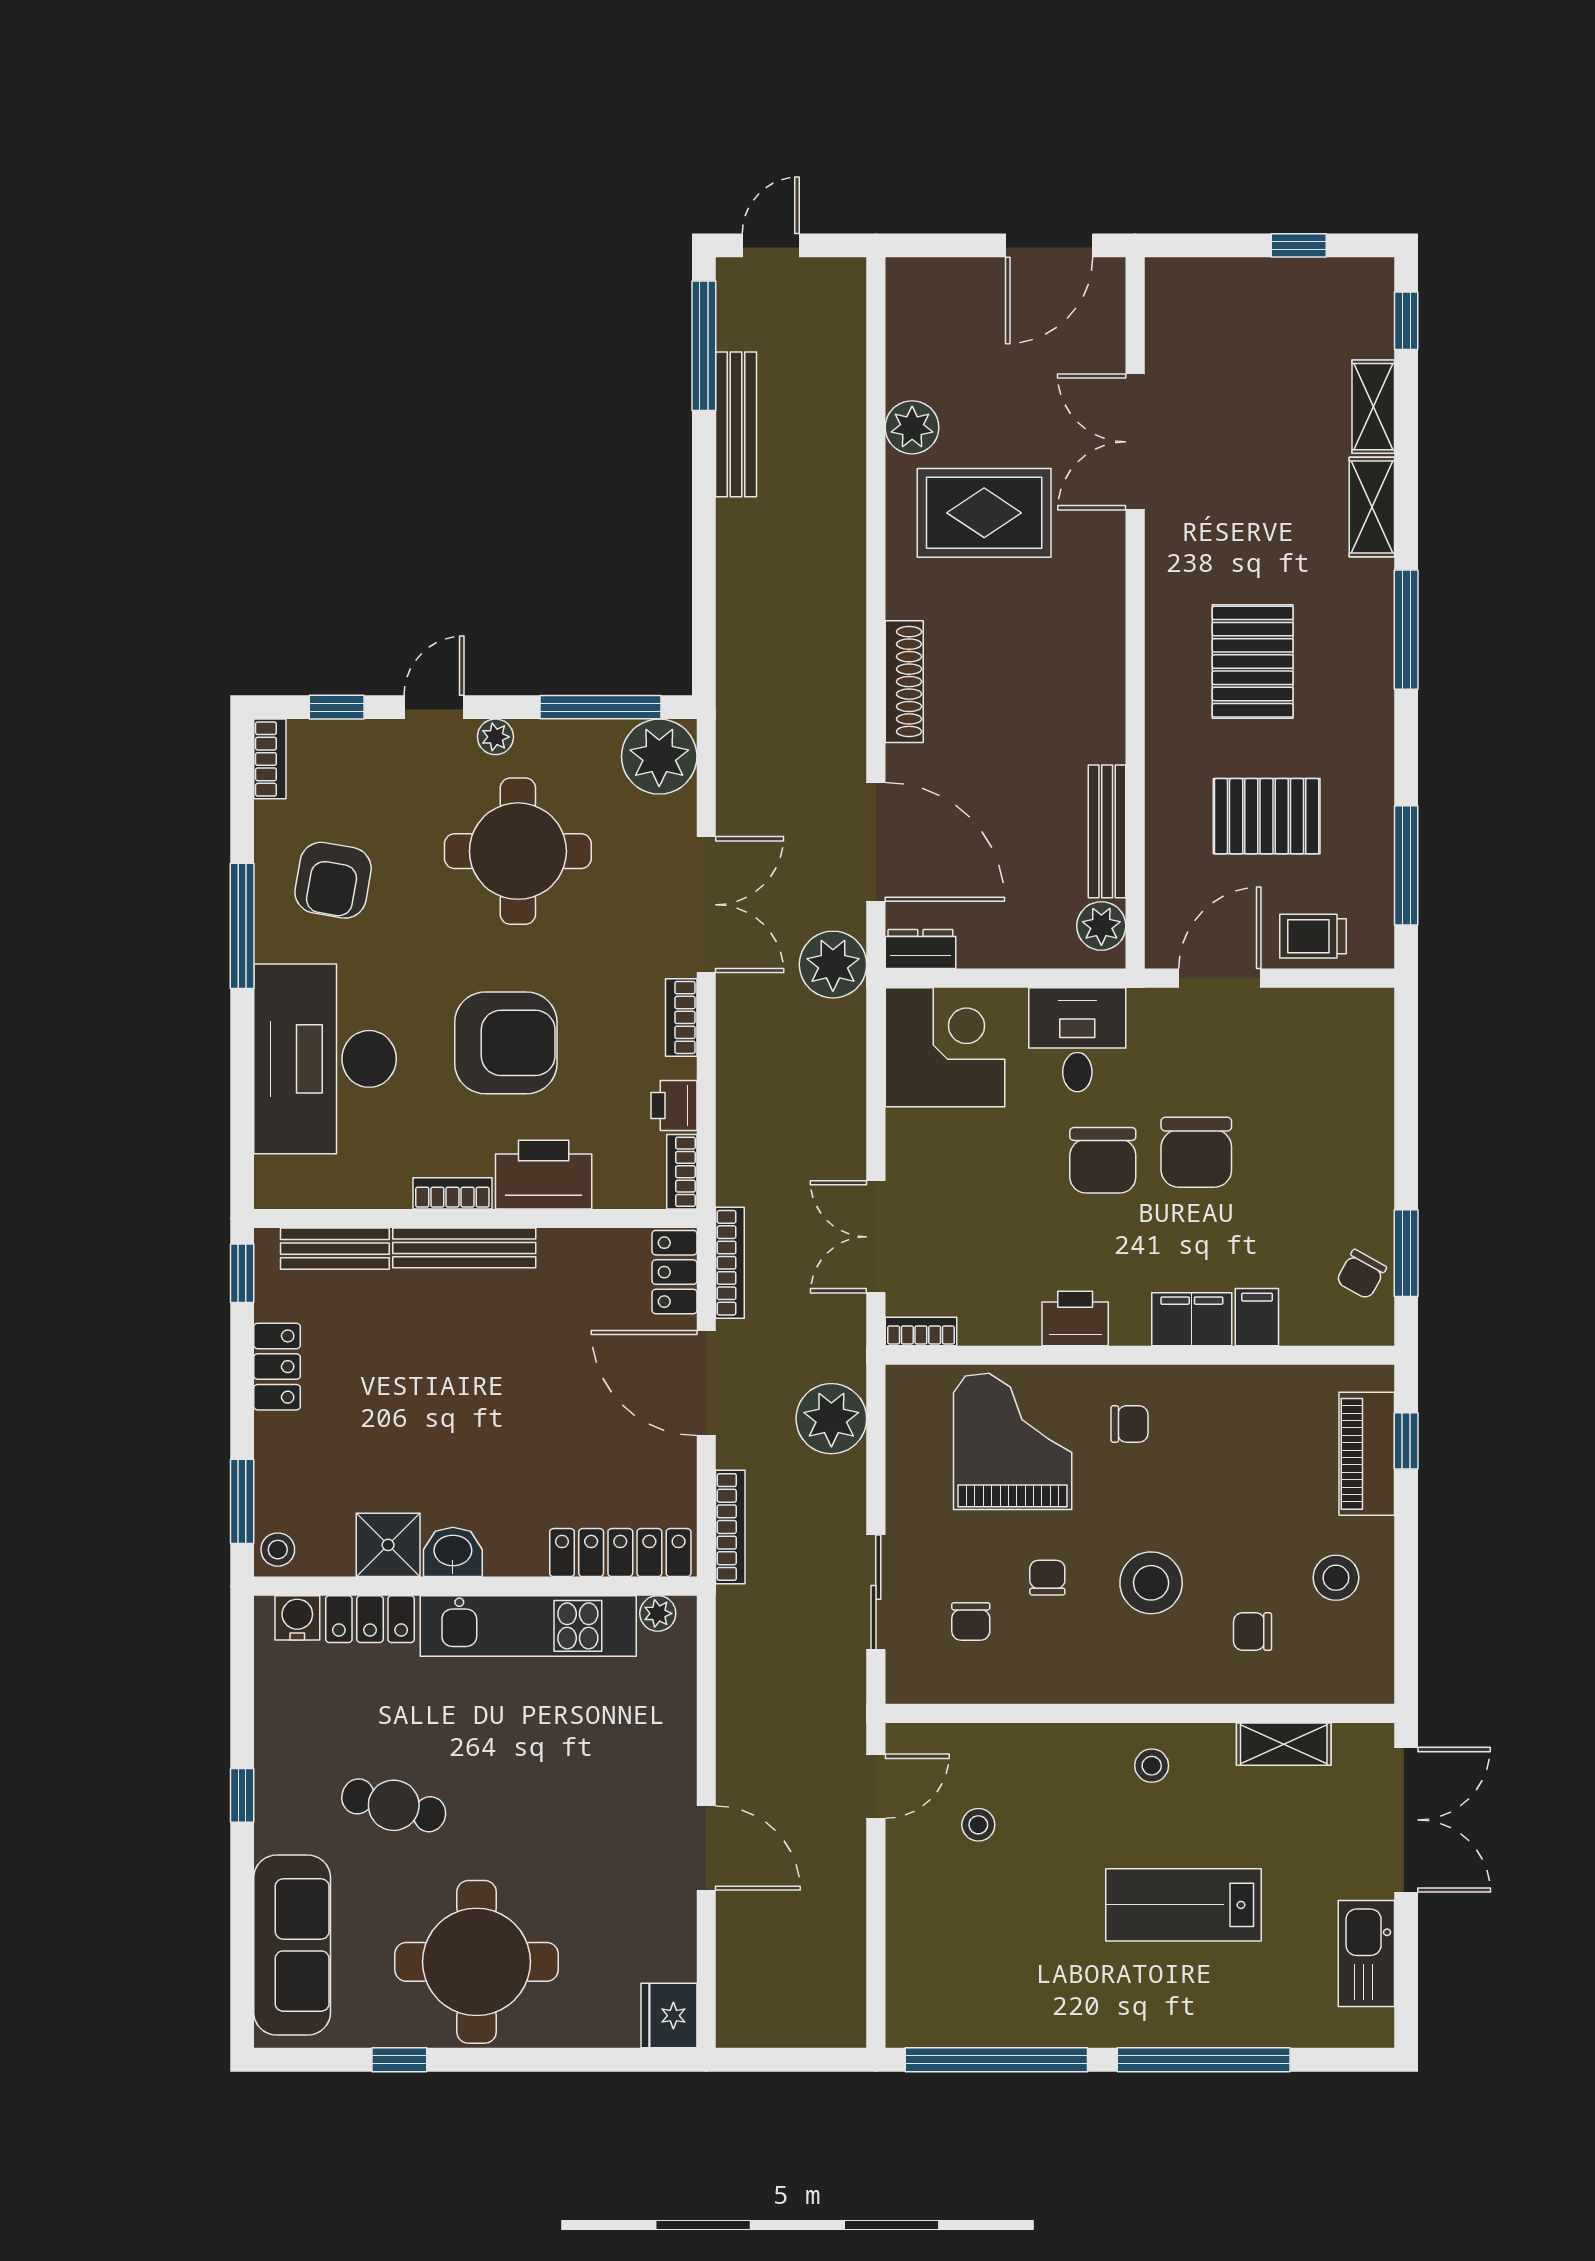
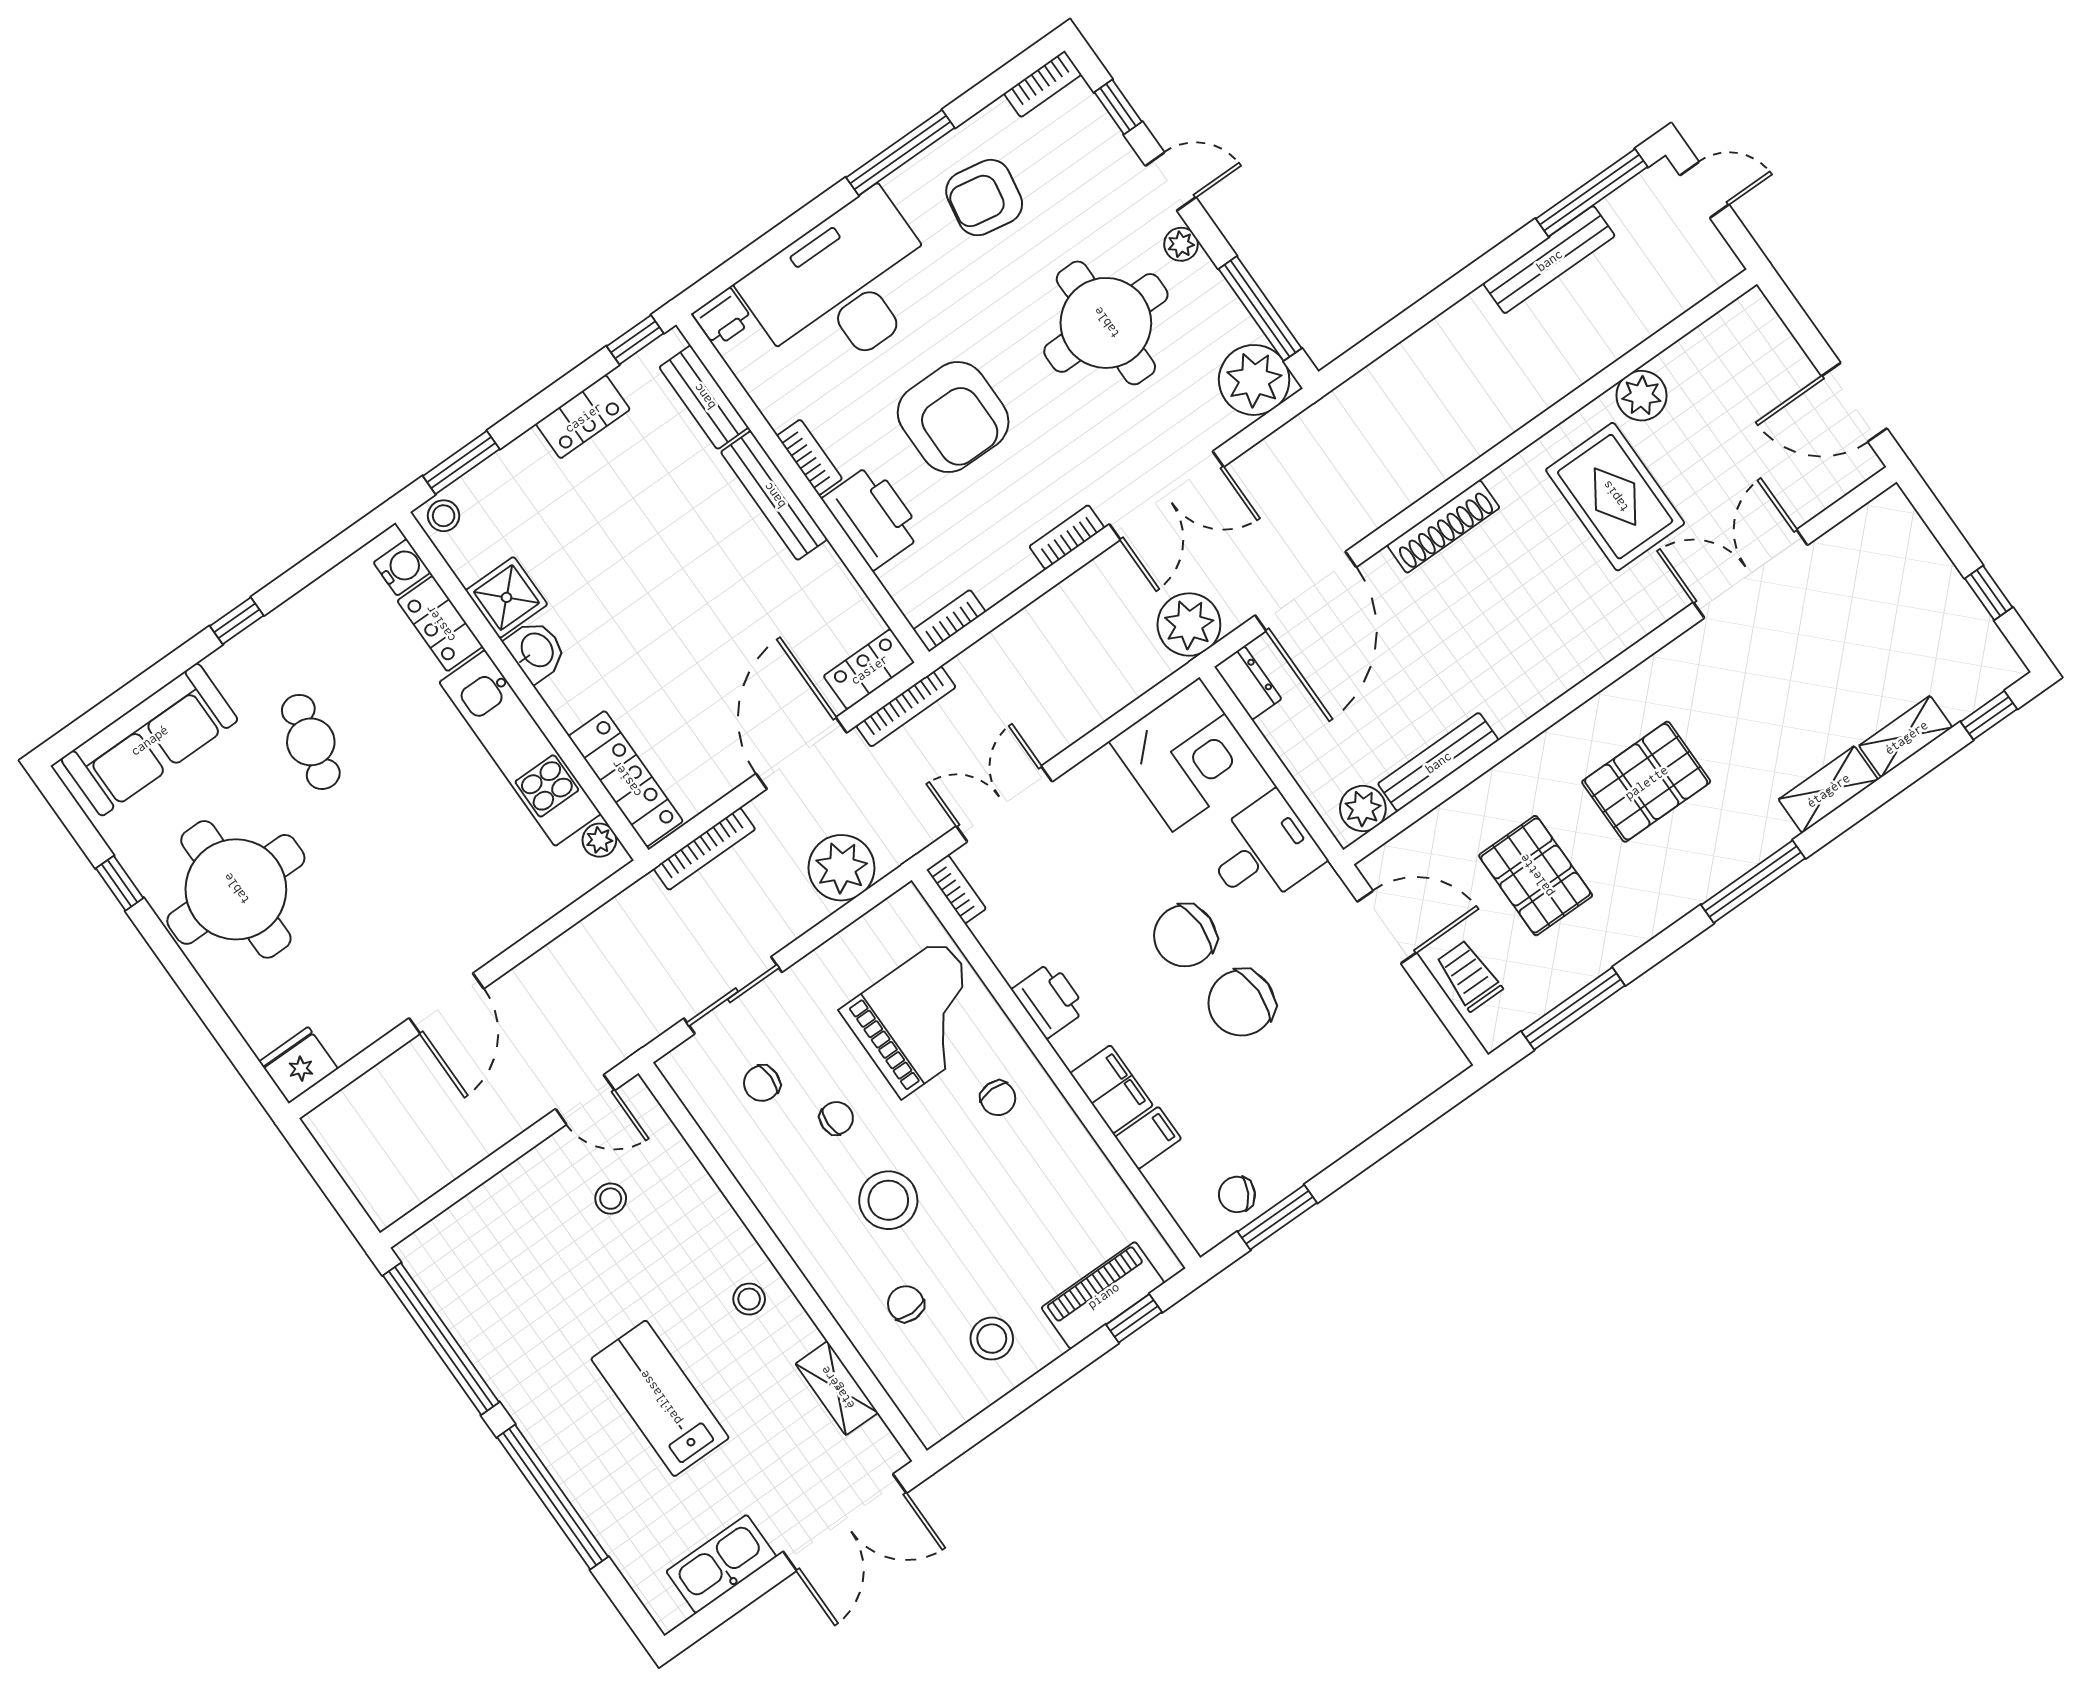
printer: (674, 1105) -> (723, 317), moved, turned 180

